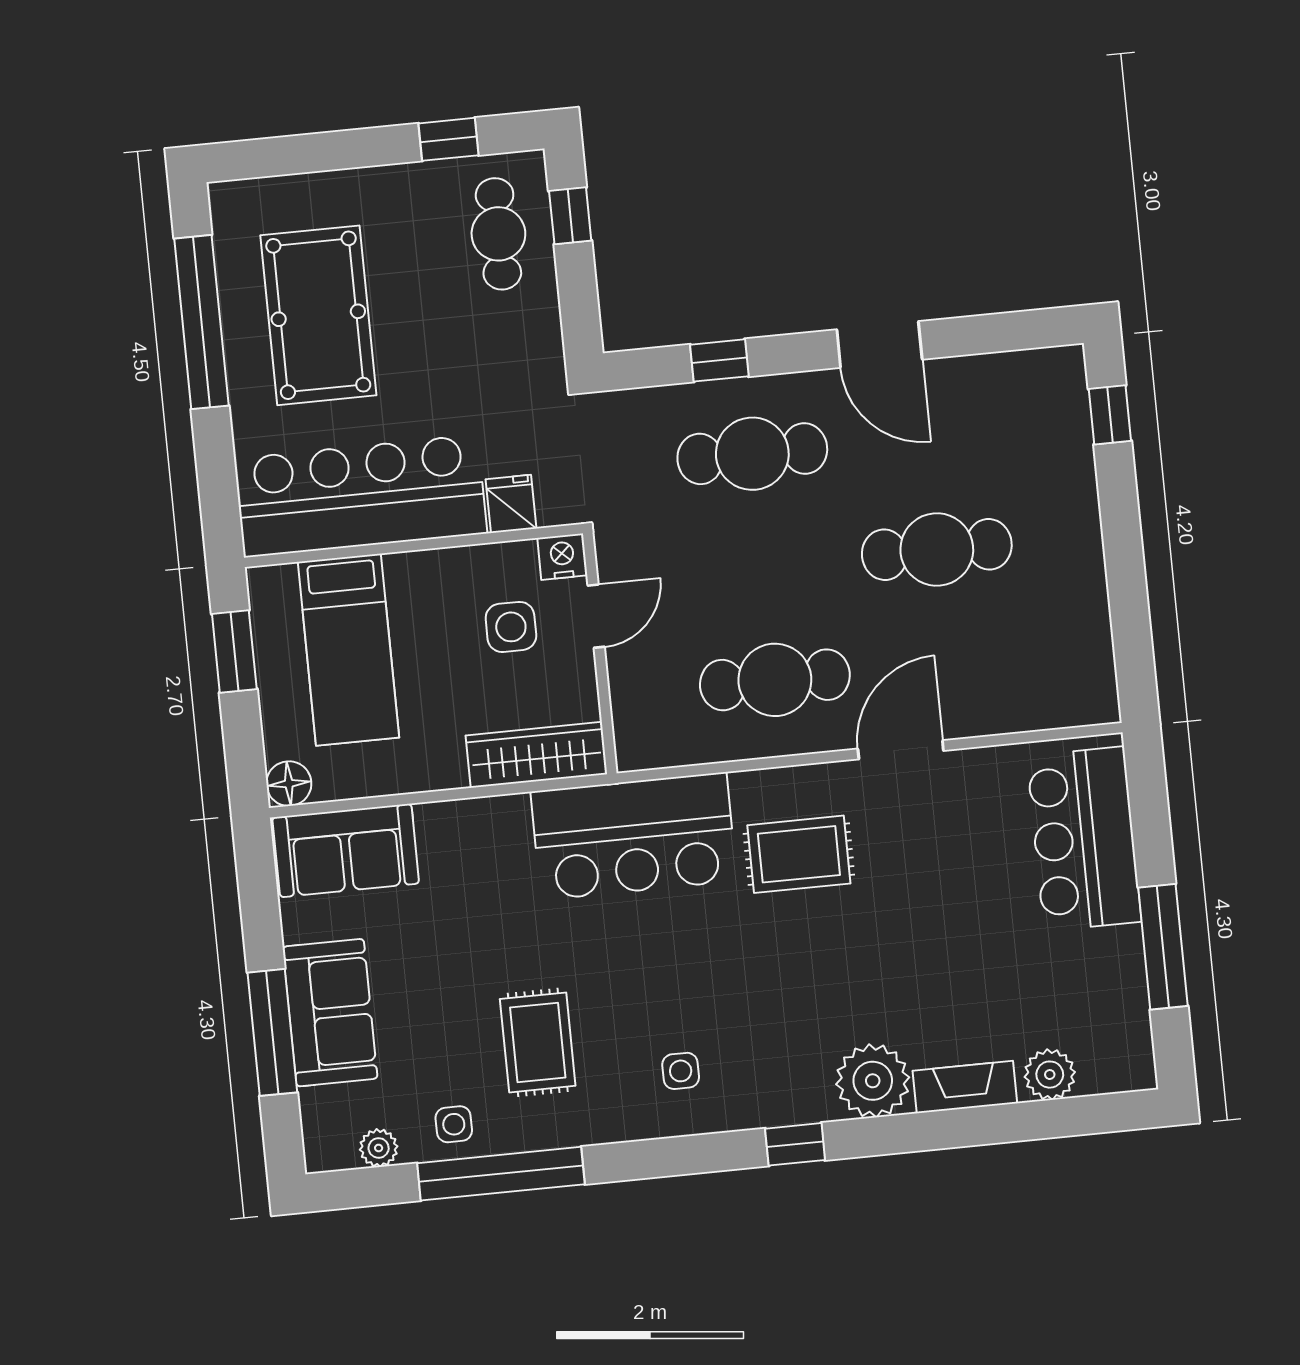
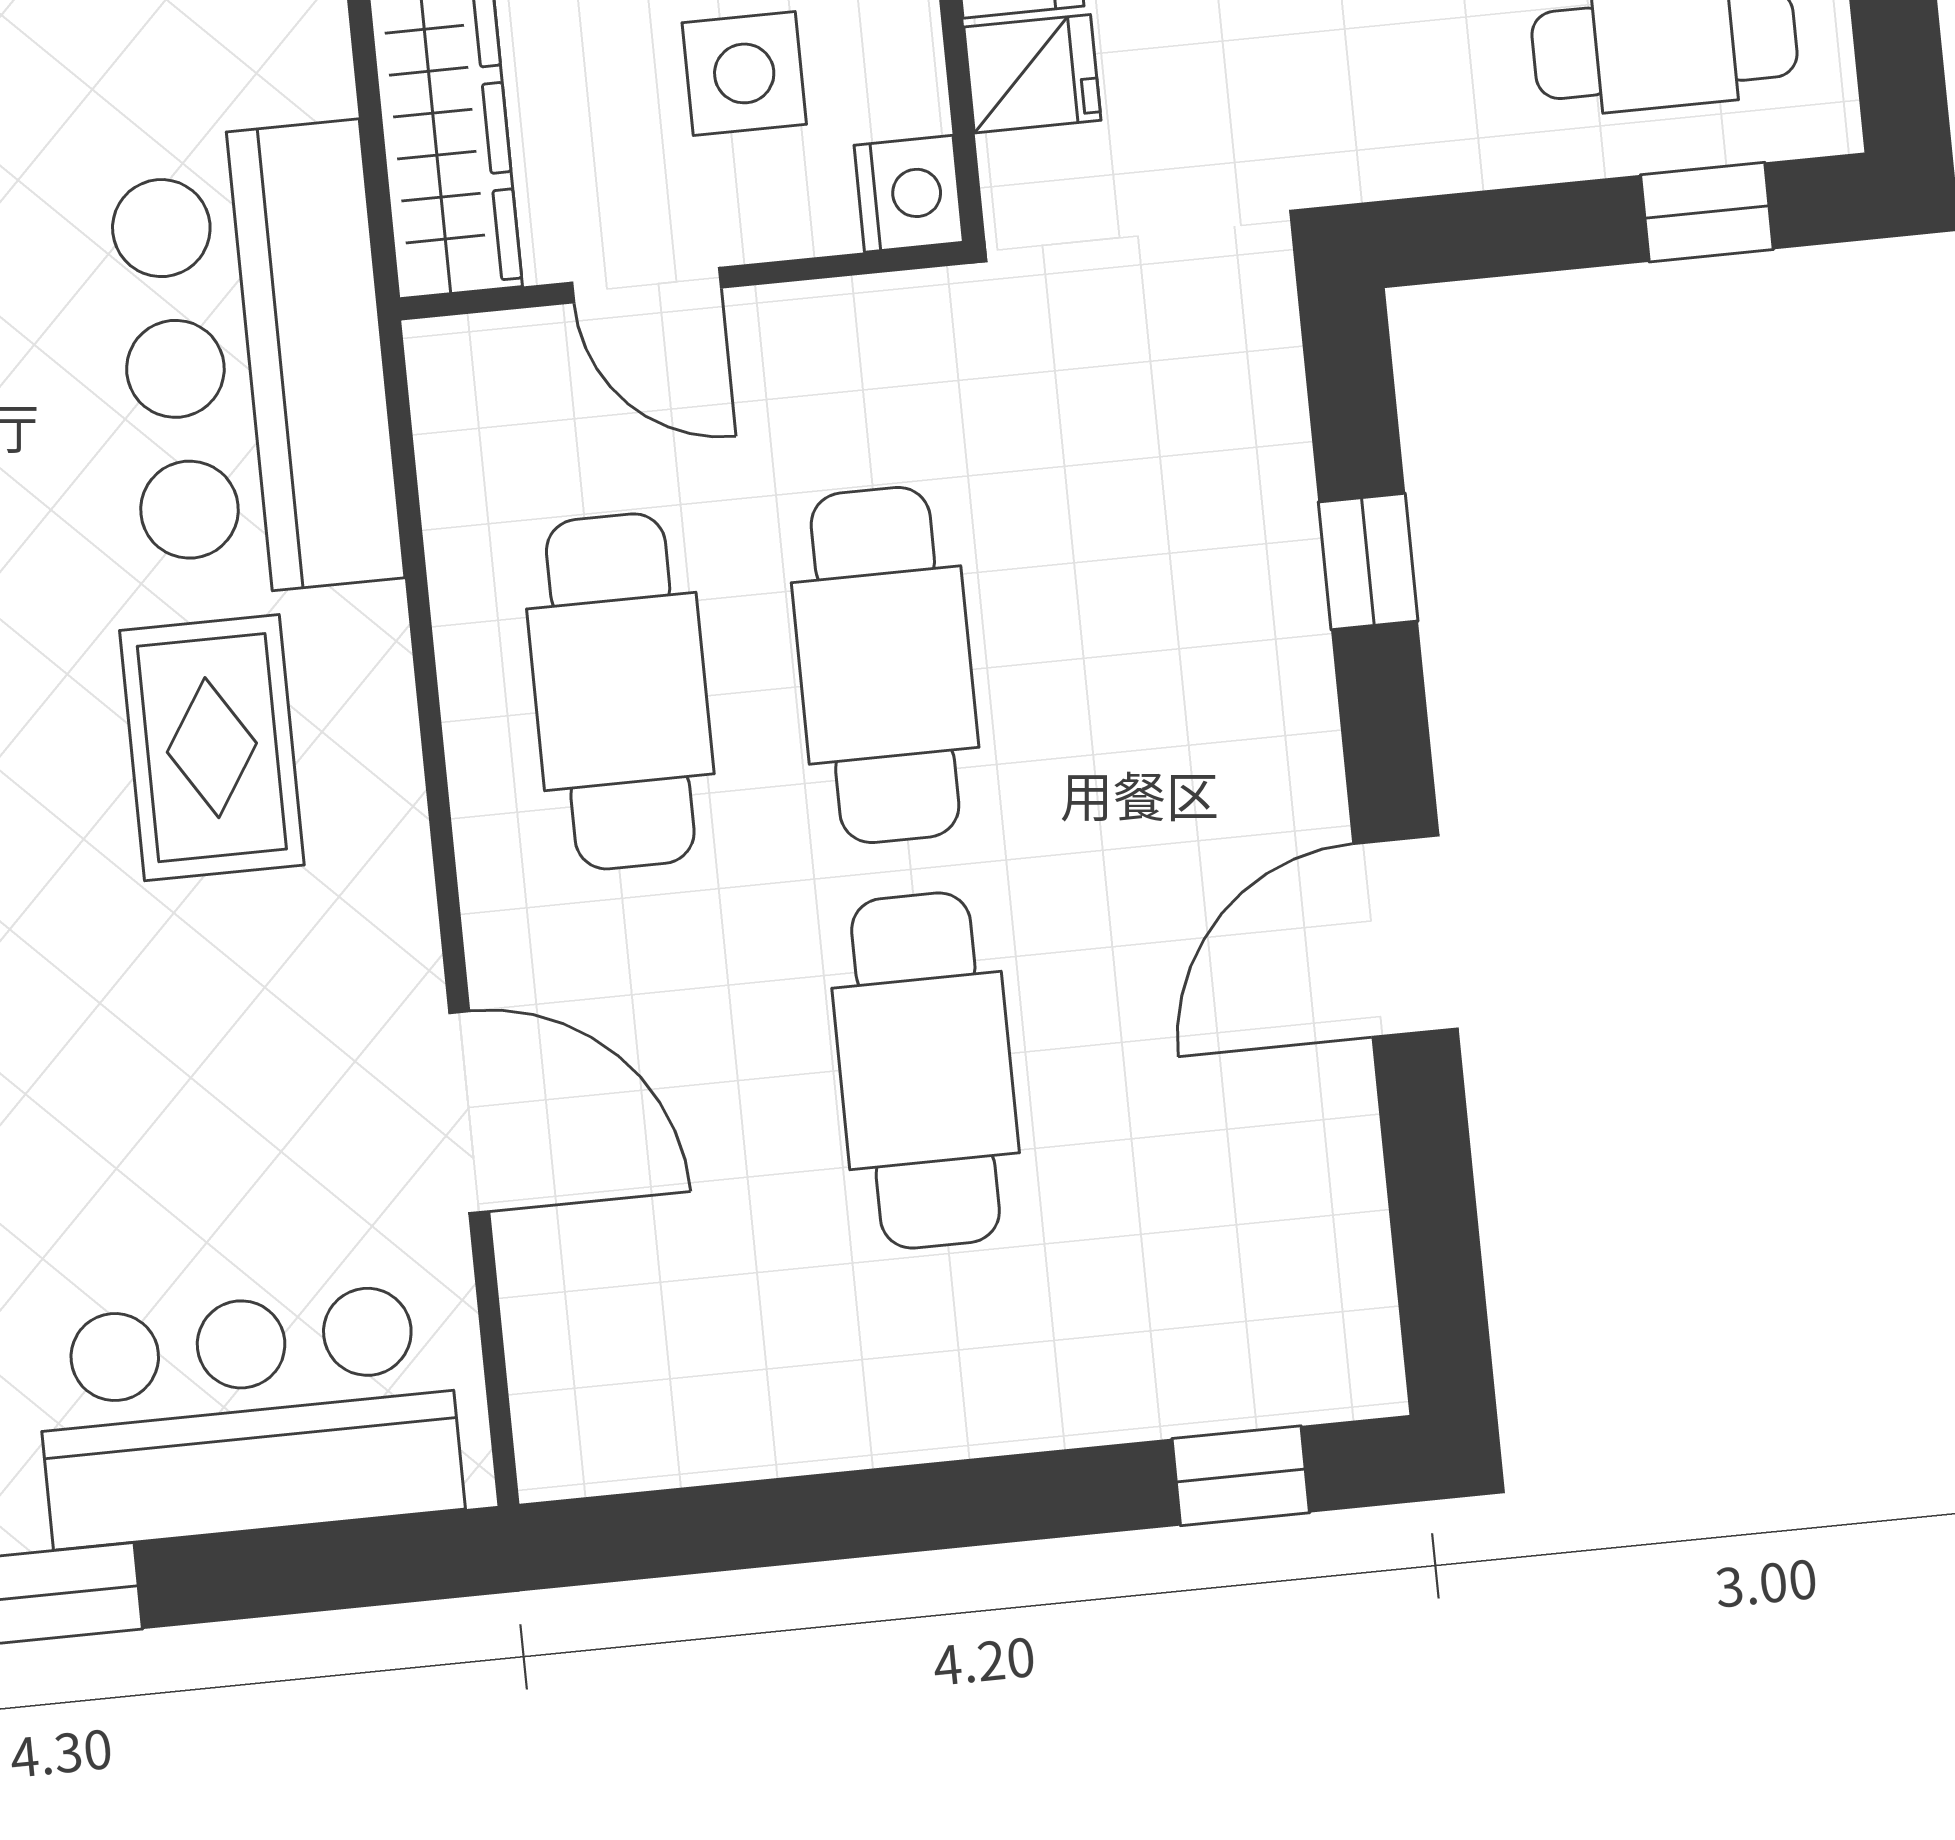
cafe table: (752, 454) -> (885, 665), moved
door: (596, 616) -> (646, 285), moved
door: (901, 750) -> (469, 1112), moved

